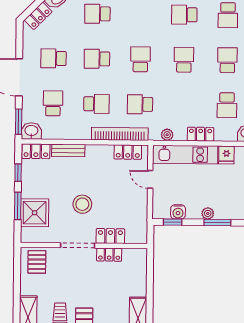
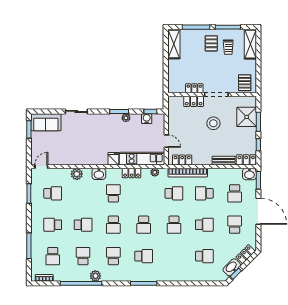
school desk: (53, 58) -> (235, 225), turned -90

